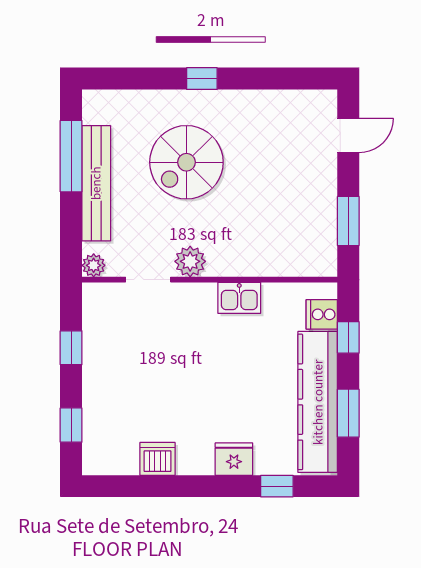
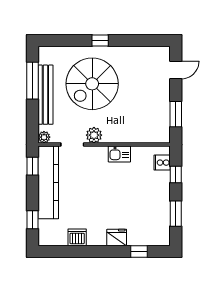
spiral stairs: (186, 162) -> (92, 84), width x1.37, depth x1.37
window: (71, 348) -> (32, 166), moved
kitchen counter: (318, 402) -> (48, 182), moved, turned 180

